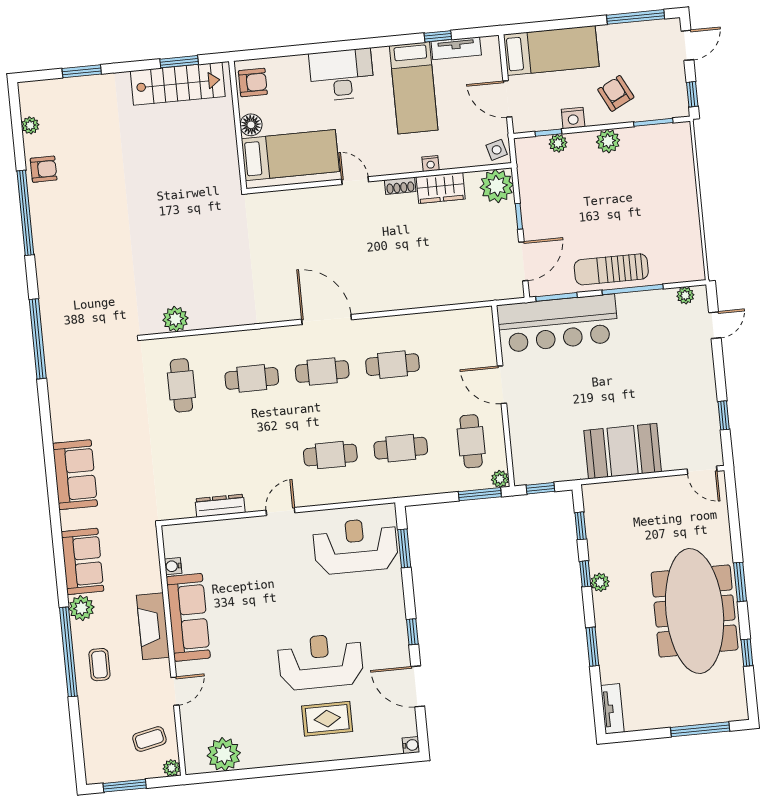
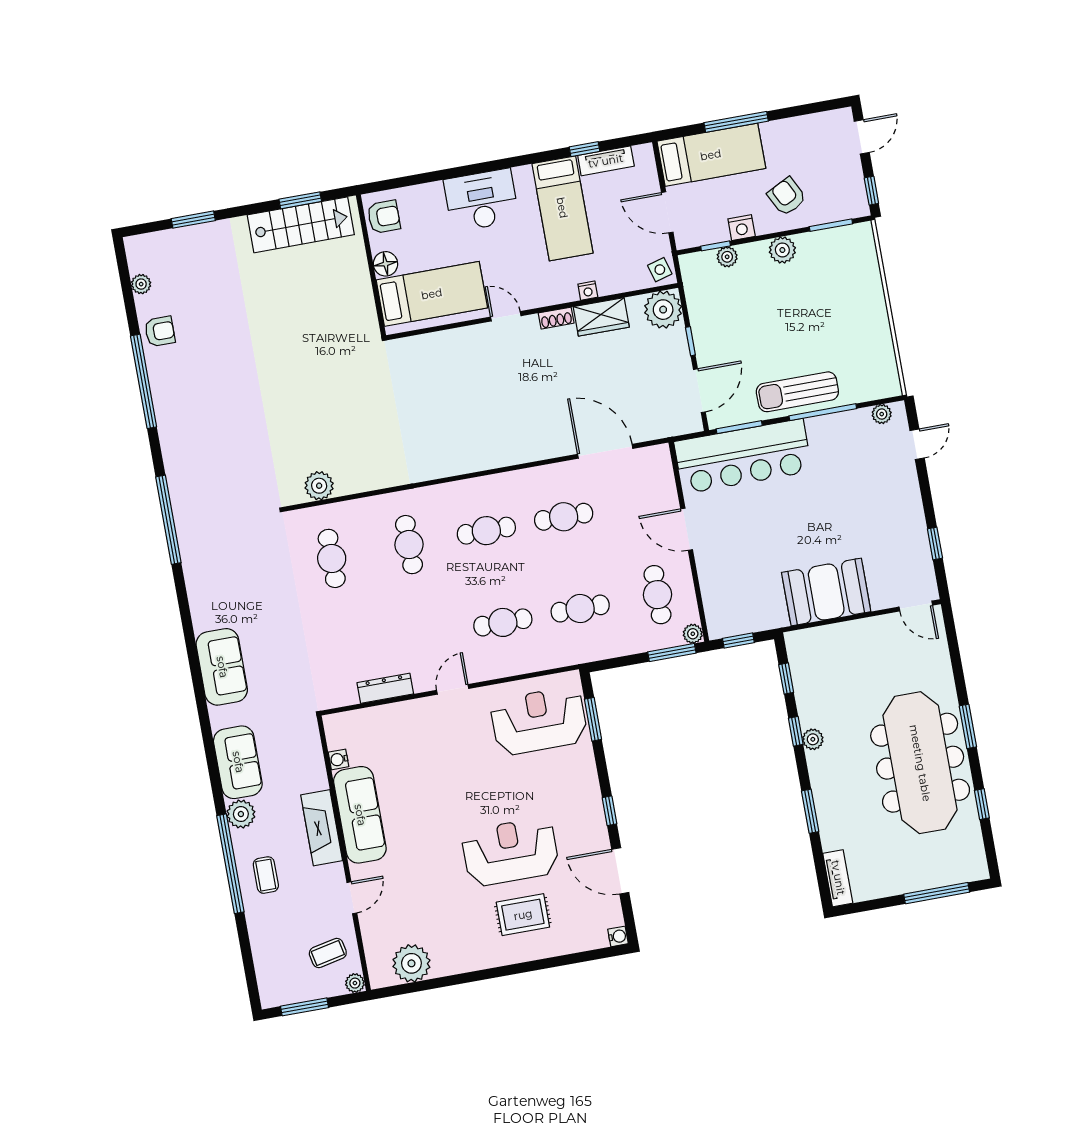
window: (636, 17) -> (736, 122), moved
door: (327, 320) -> (605, 451), moved
cafe table: (252, 378) -> (409, 545), turned 90

